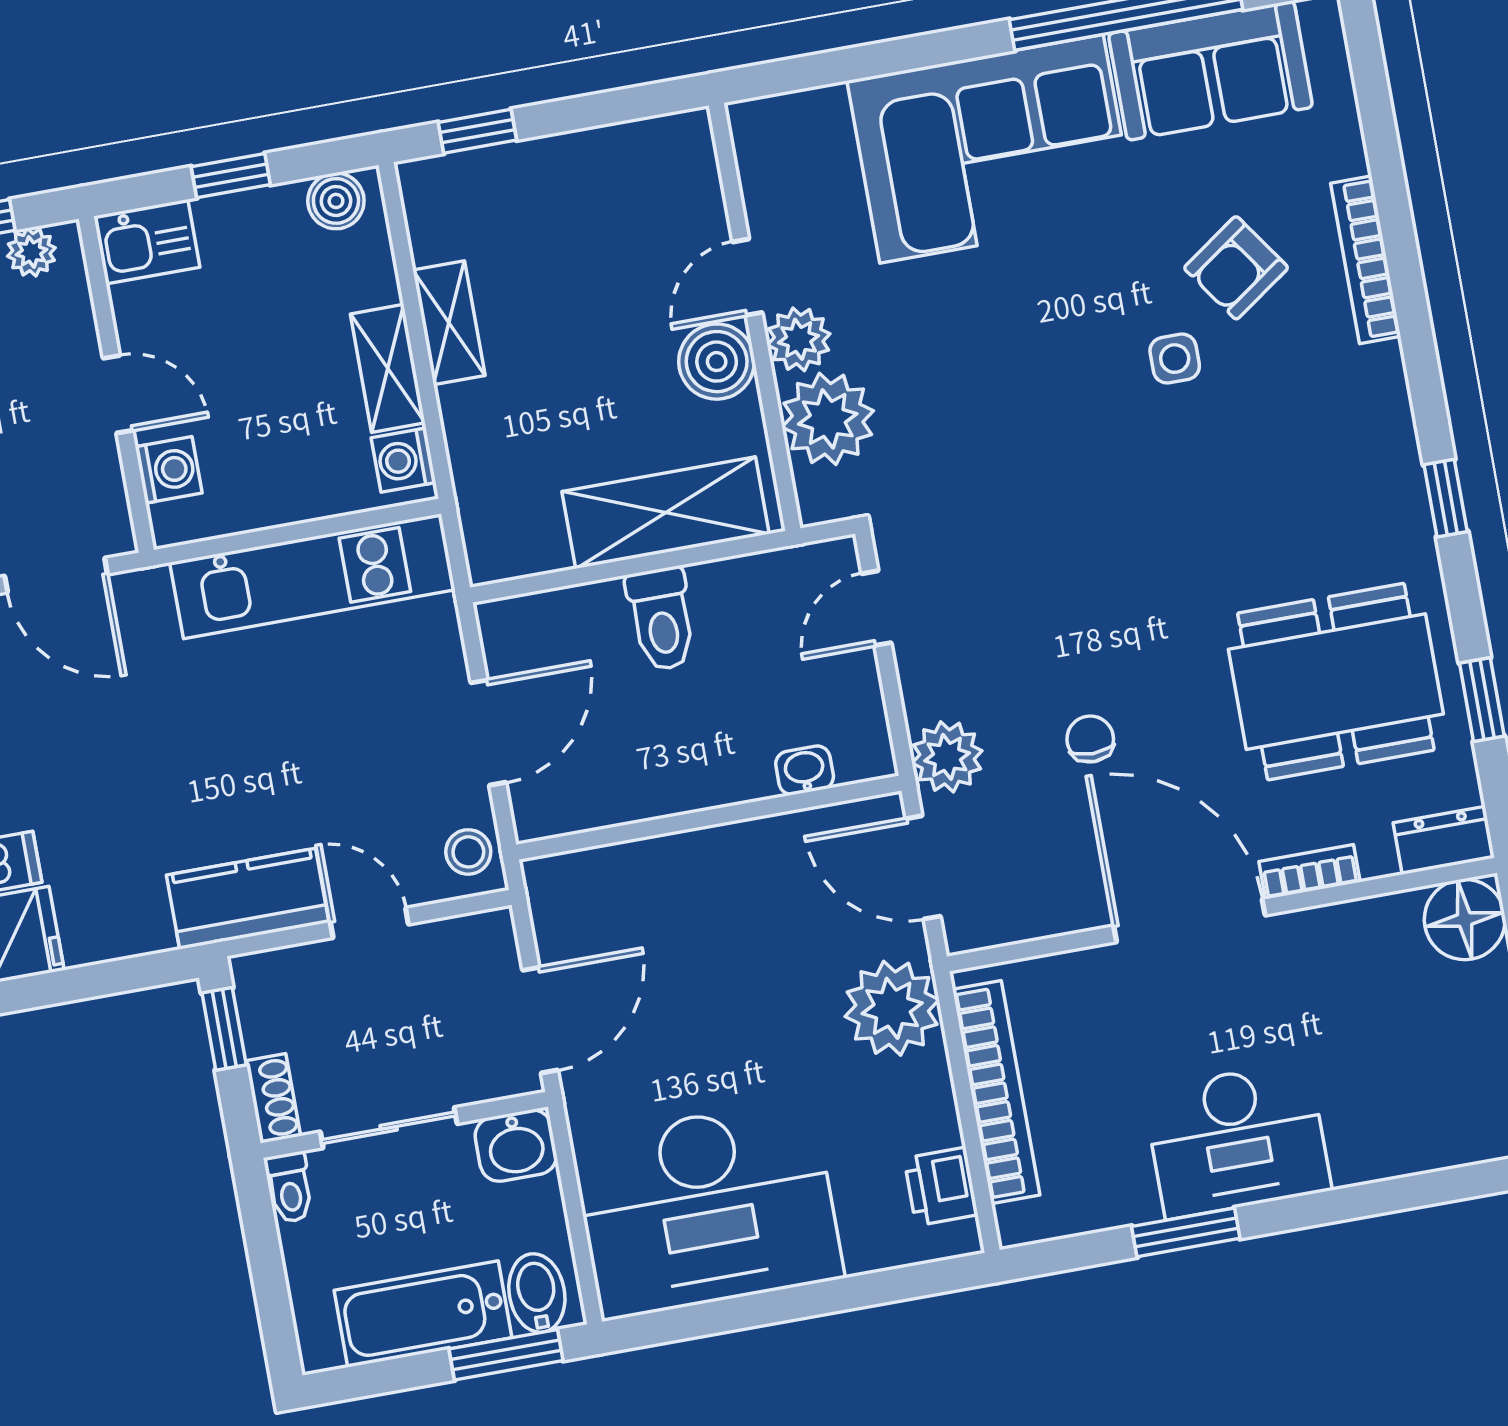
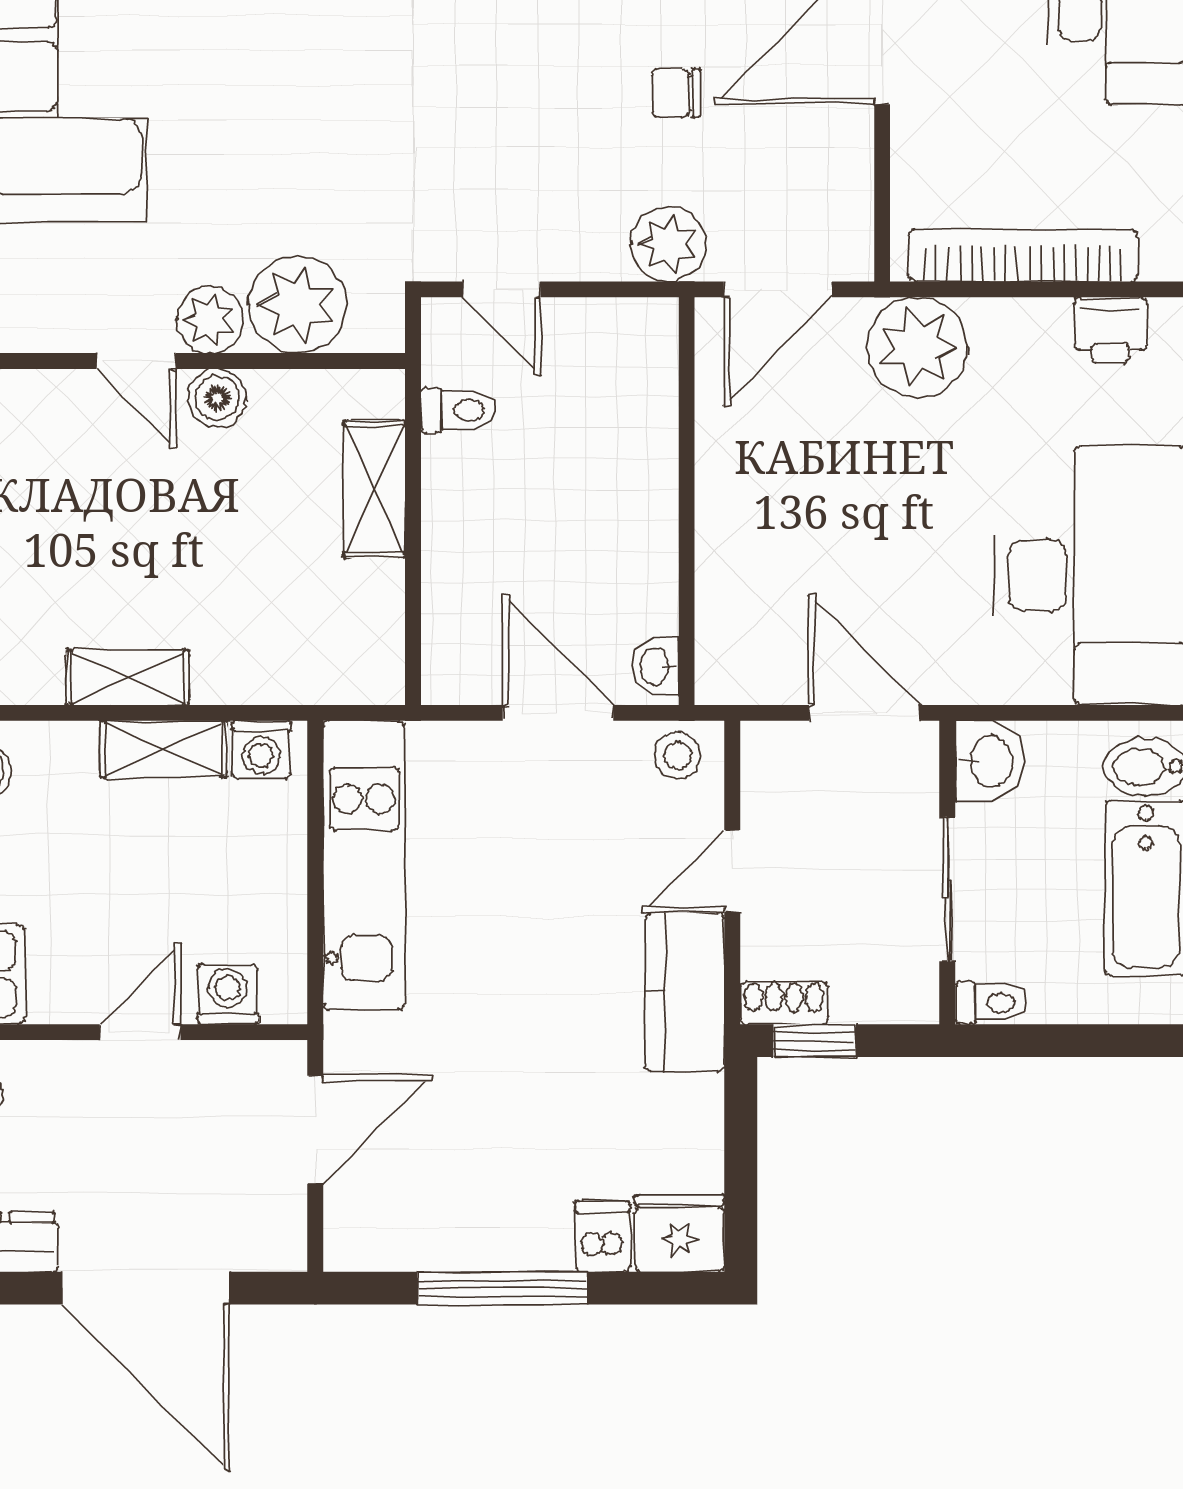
boiler: (717, 362) -> (218, 398), width x0.73, depth x0.73
shelving: (666, 513) -> (374, 489), width x0.67, depth x0.75
toilet: (661, 619) -> (458, 410), moved, width x0.73, depth x0.72
washbasin: (805, 770) -> (656, 666), moved
shoe rack: (273, 1098) -> (784, 1003), moved

